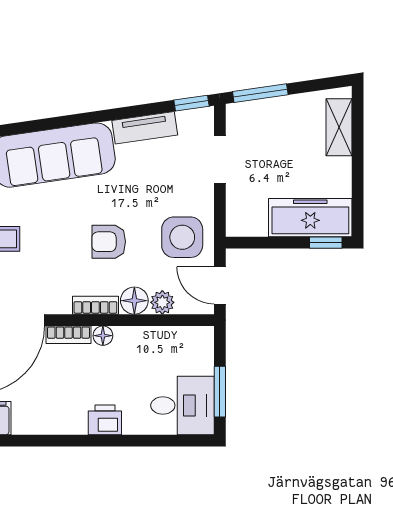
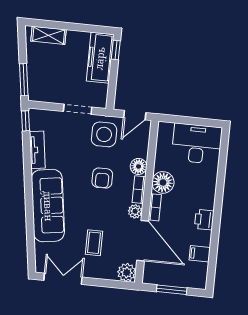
doorway: (220, 159) -> (78, 109), moved
plant: (162, 302) -> (135, 211), moved
floor lamp: (103, 336) -> (163, 182), width x1.89, depth x1.89
window: (220, 392) -> (197, 121), removed
desk: (182, 405) -> (197, 144), width x1.37
printer: (105, 420) -> (204, 220), moved

